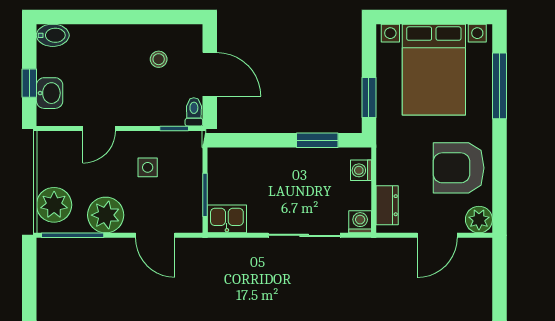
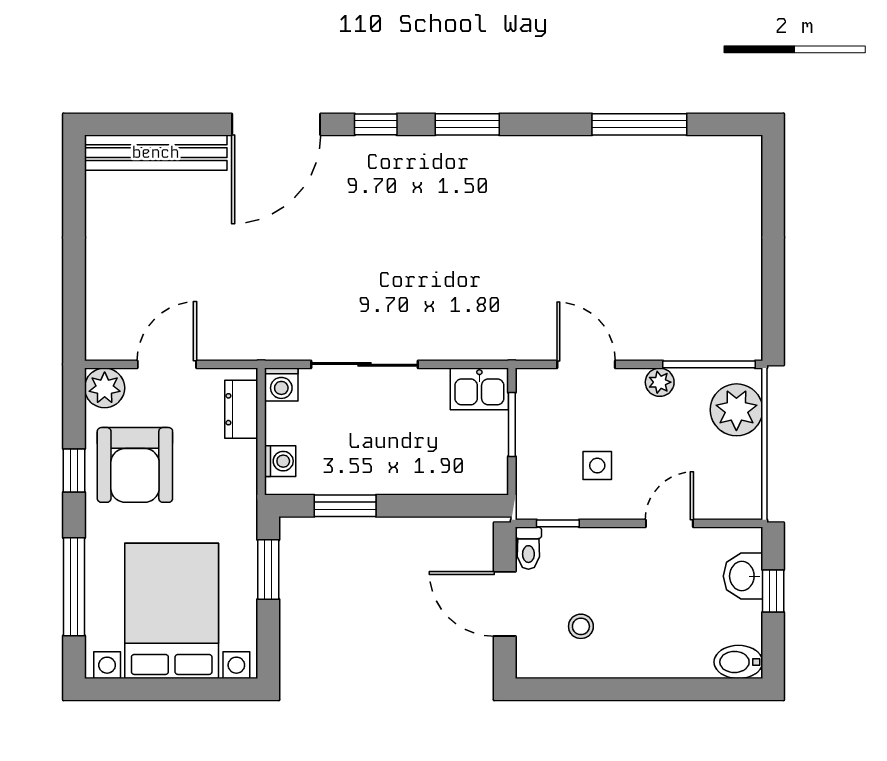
window: (500, 164) -> (74, 471), added
armchair: (459, 168) -> (135, 465), turned 90
plant: (106, 215) -> (660, 382), width x0.53, depth x0.53

